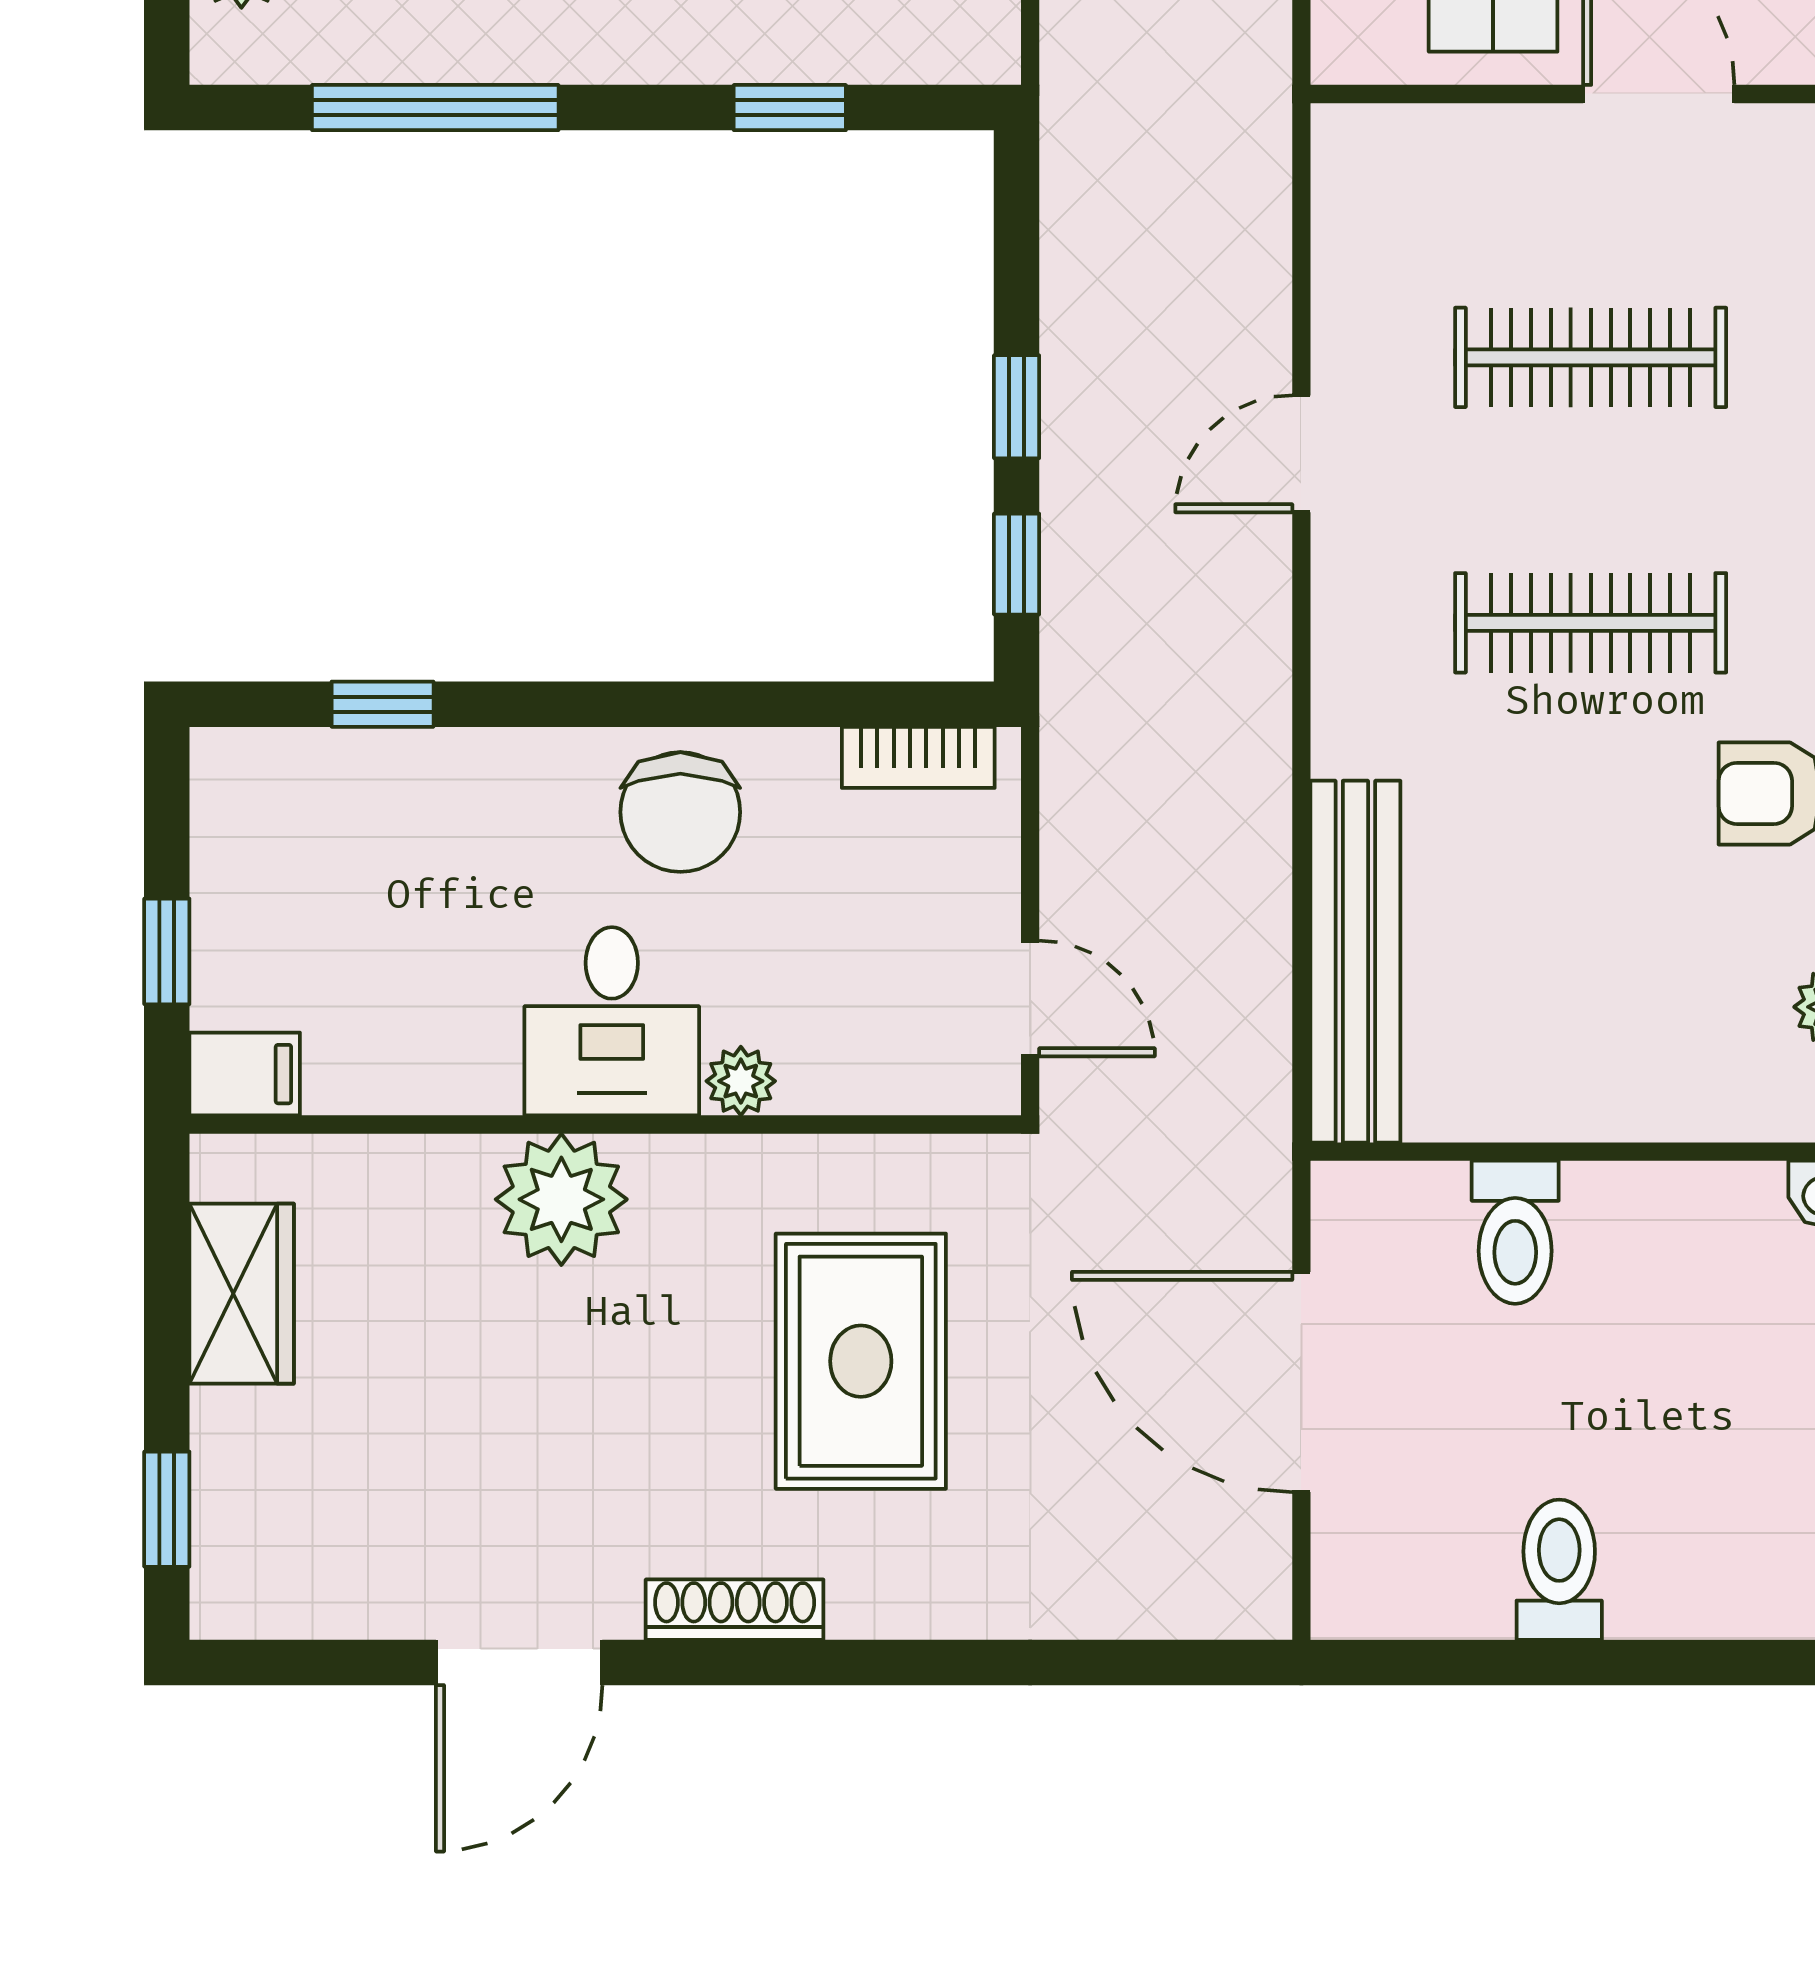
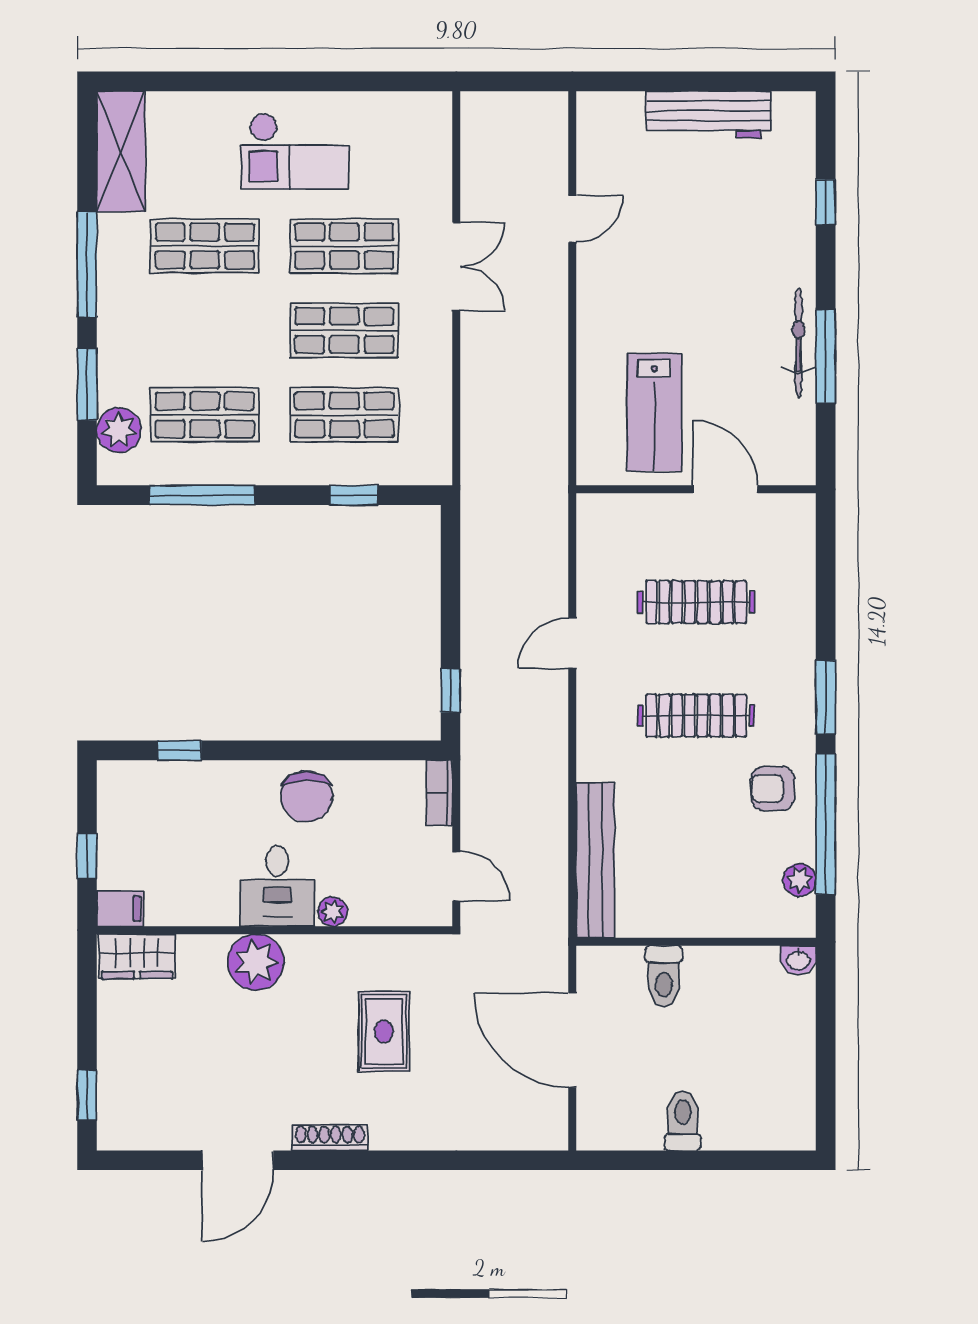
window: (1017, 407) -> (451, 623), removed
bookcase: (918, 757) -> (439, 793), moved, turned 90
wardrobe: (242, 1294) -> (137, 956), moved, turned 90
rug: (861, 1361) -> (384, 1031), width x0.73, depth x0.70

